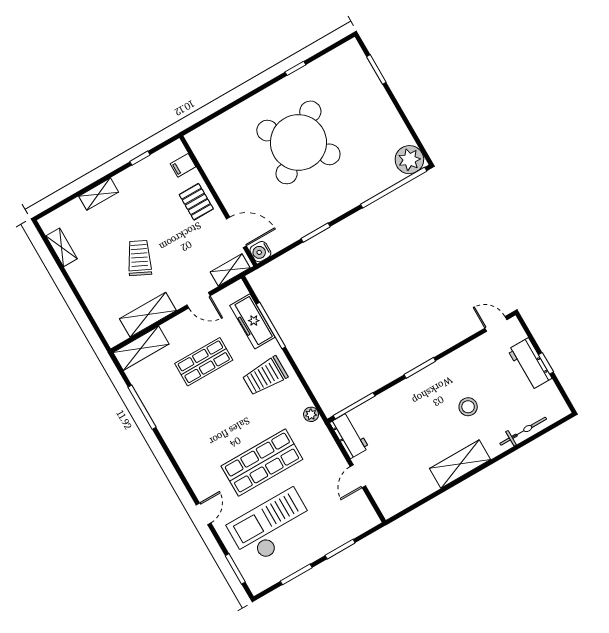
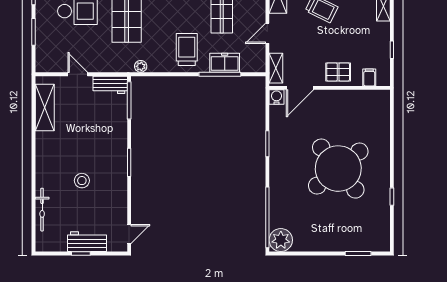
freezer: (252, 321) -> (225, 63), width x0.71
shelving: (460, 464) -> (45, 107), moved

